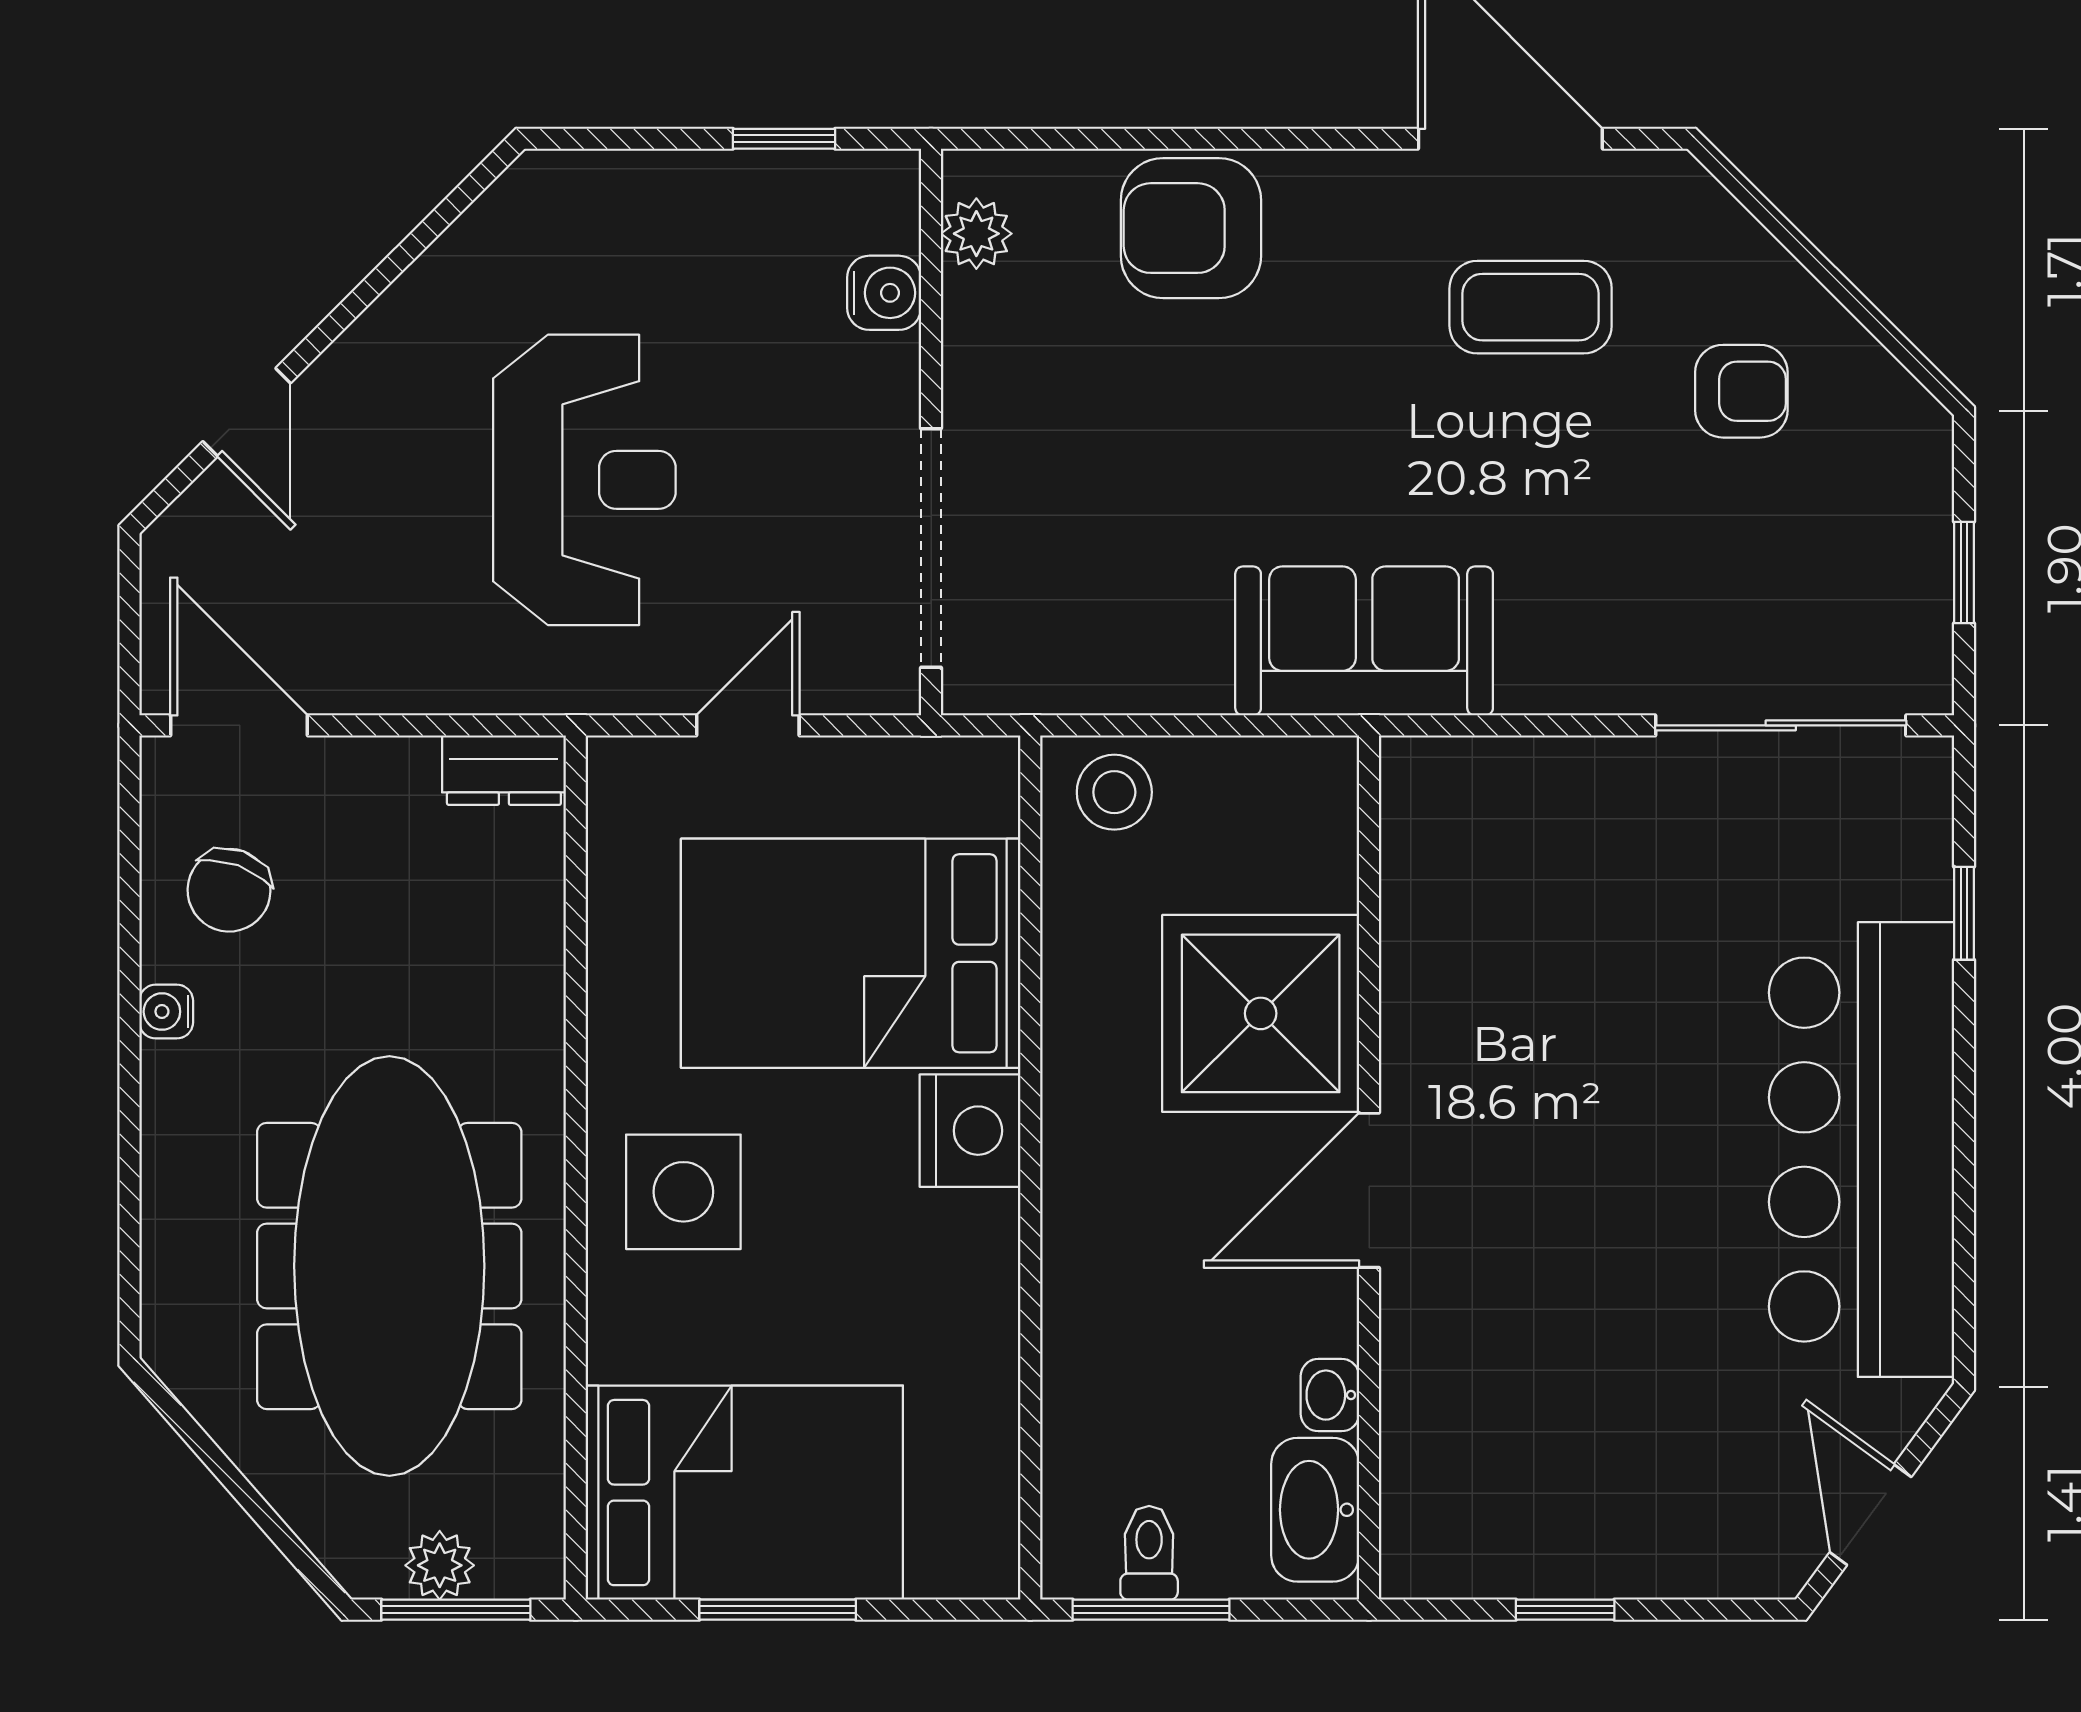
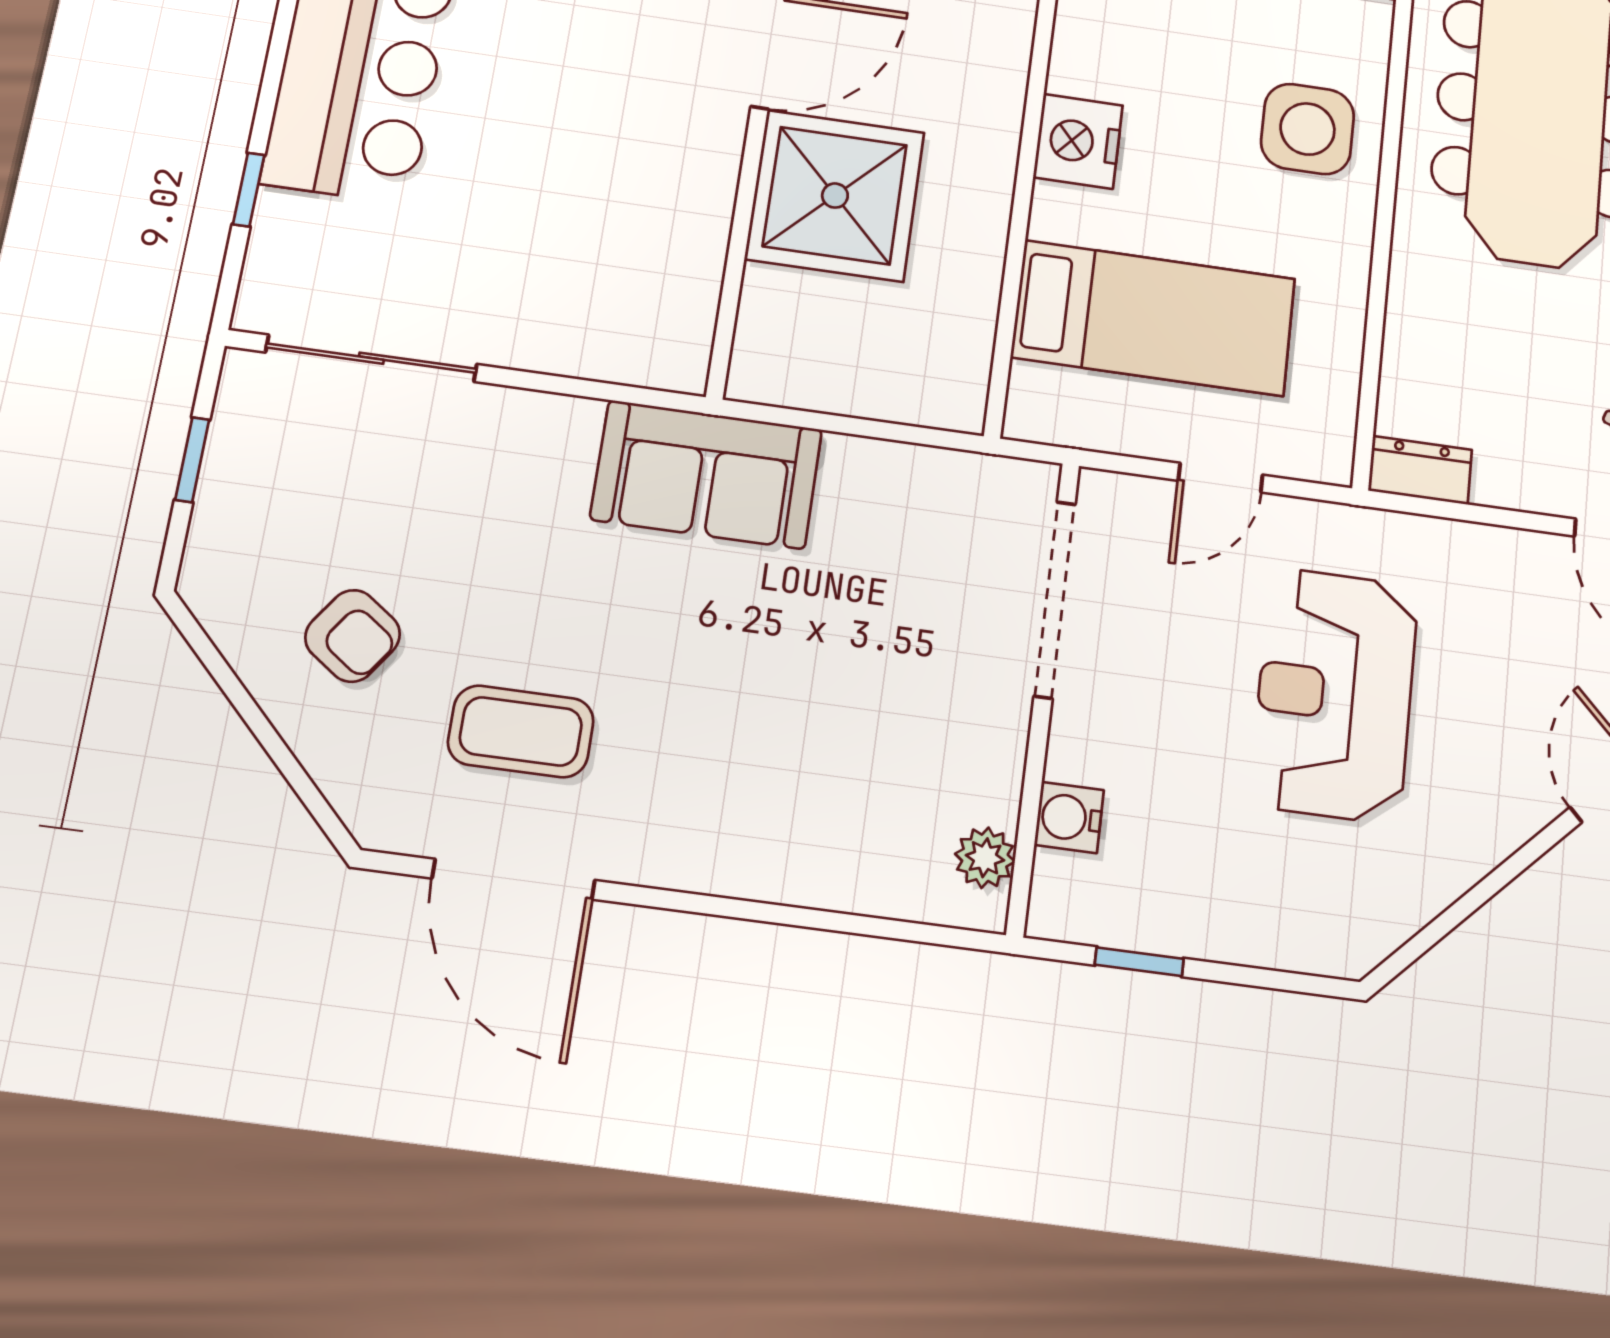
armchair: (1191, 228) -> (801, 838), removed
armchair: (1741, 391) -> (353, 636), turned -145
stool: (1114, 792) -> (929, 383), removed
bed: (851, 953) -> (1154, 318), width x0.67

